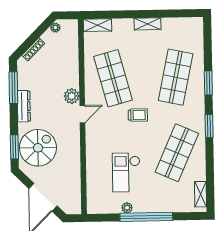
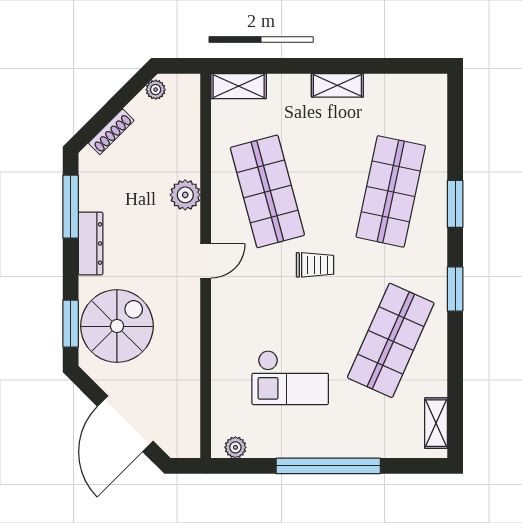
plant: (72, 96) -> (185, 195), moved
checkout: (126, 172) -> (290, 378), turned -90
plant: (127, 208) -> (235, 447), moved

